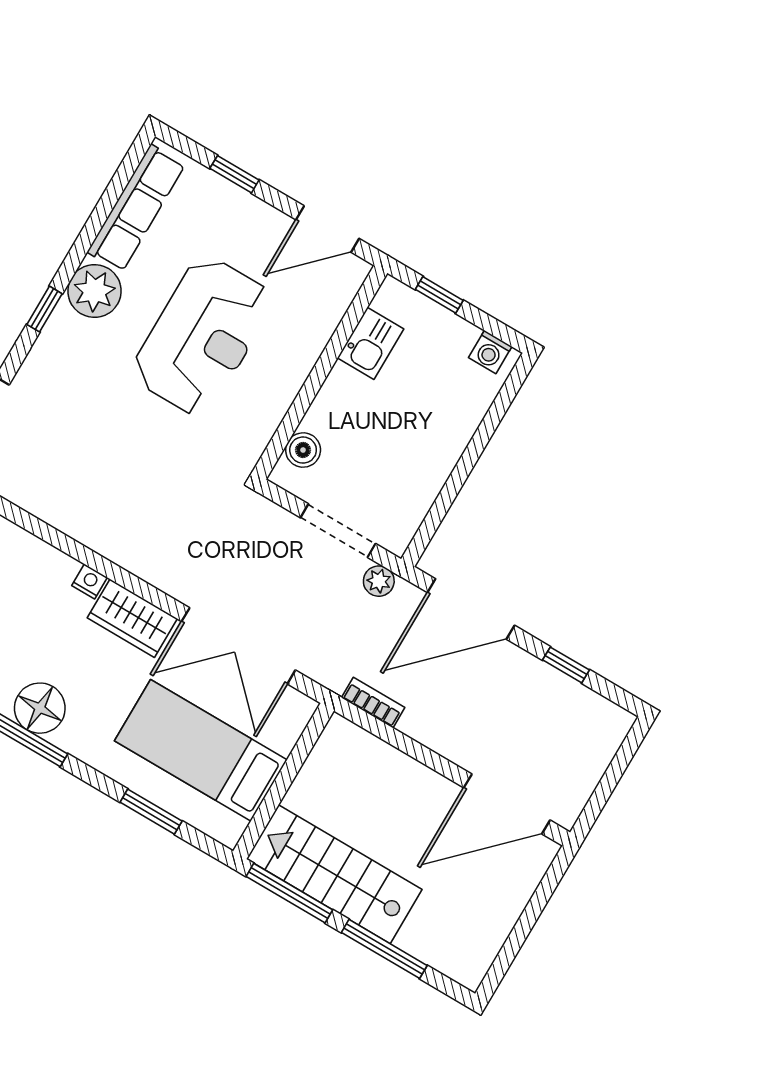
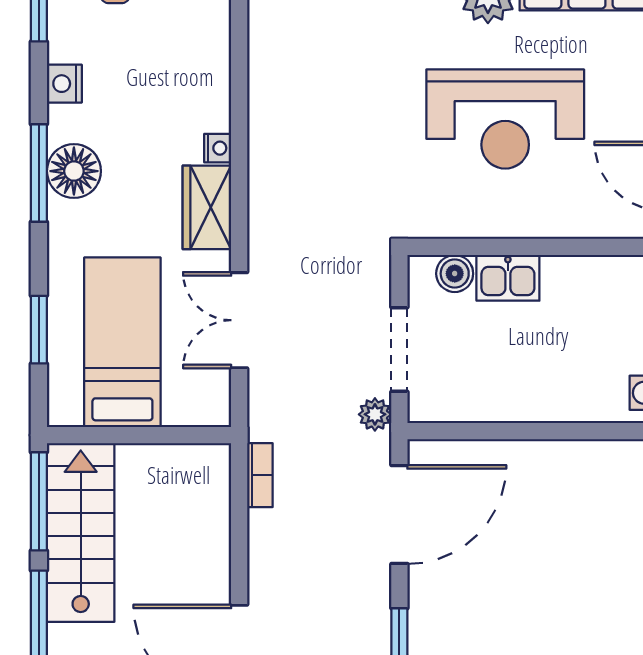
kitchen sink: (371, 343) -> (508, 278), moved
door: (471, 609) -> (399, 515), swing flipped
double door: (238, 646) -> (239, 320), width x0.73

